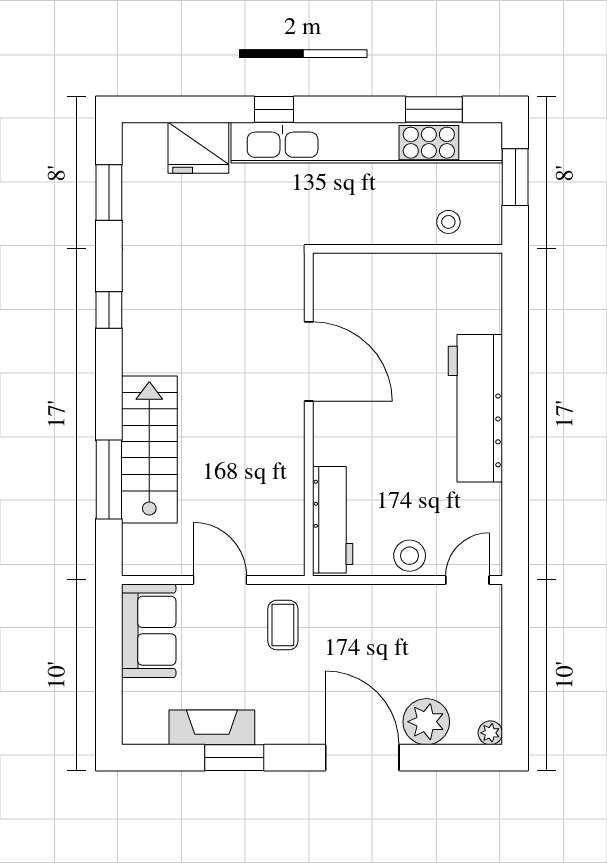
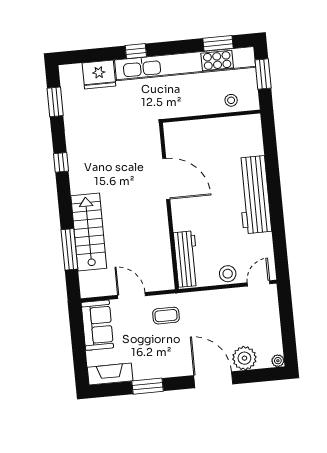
coffee table: (283, 625) -> (166, 316), turned 90
fireplace: (212, 727) -> (110, 374), moved

